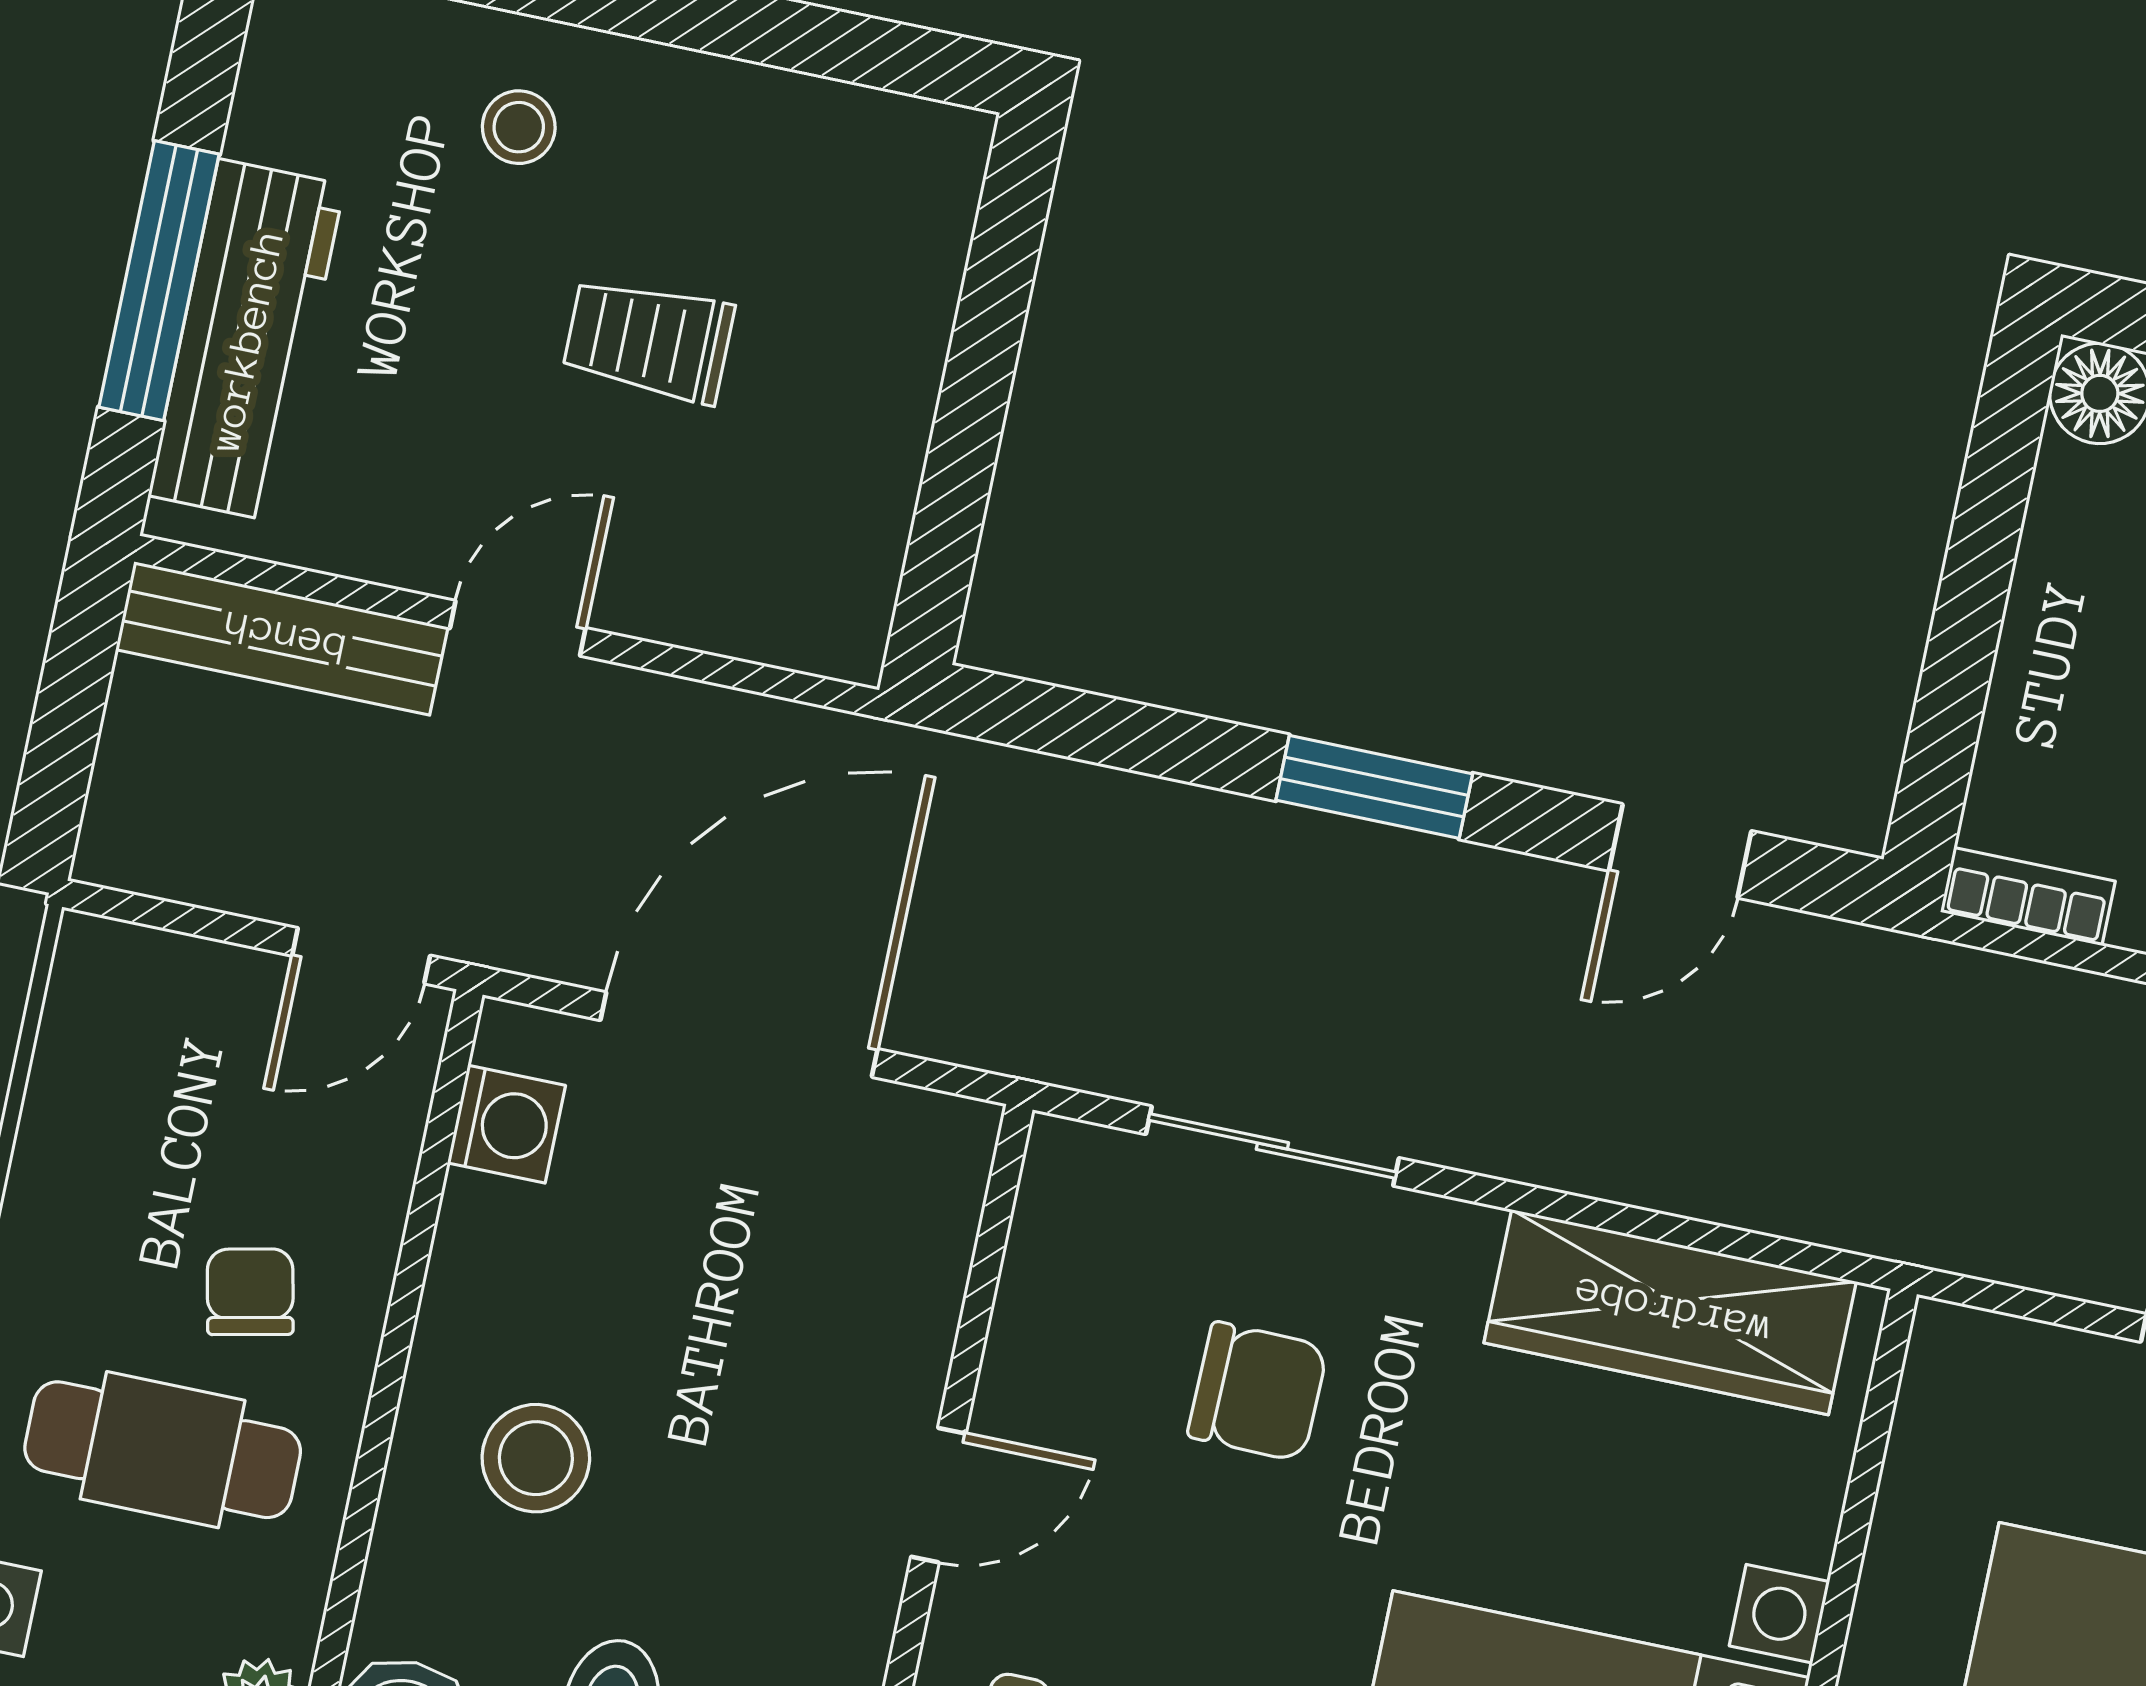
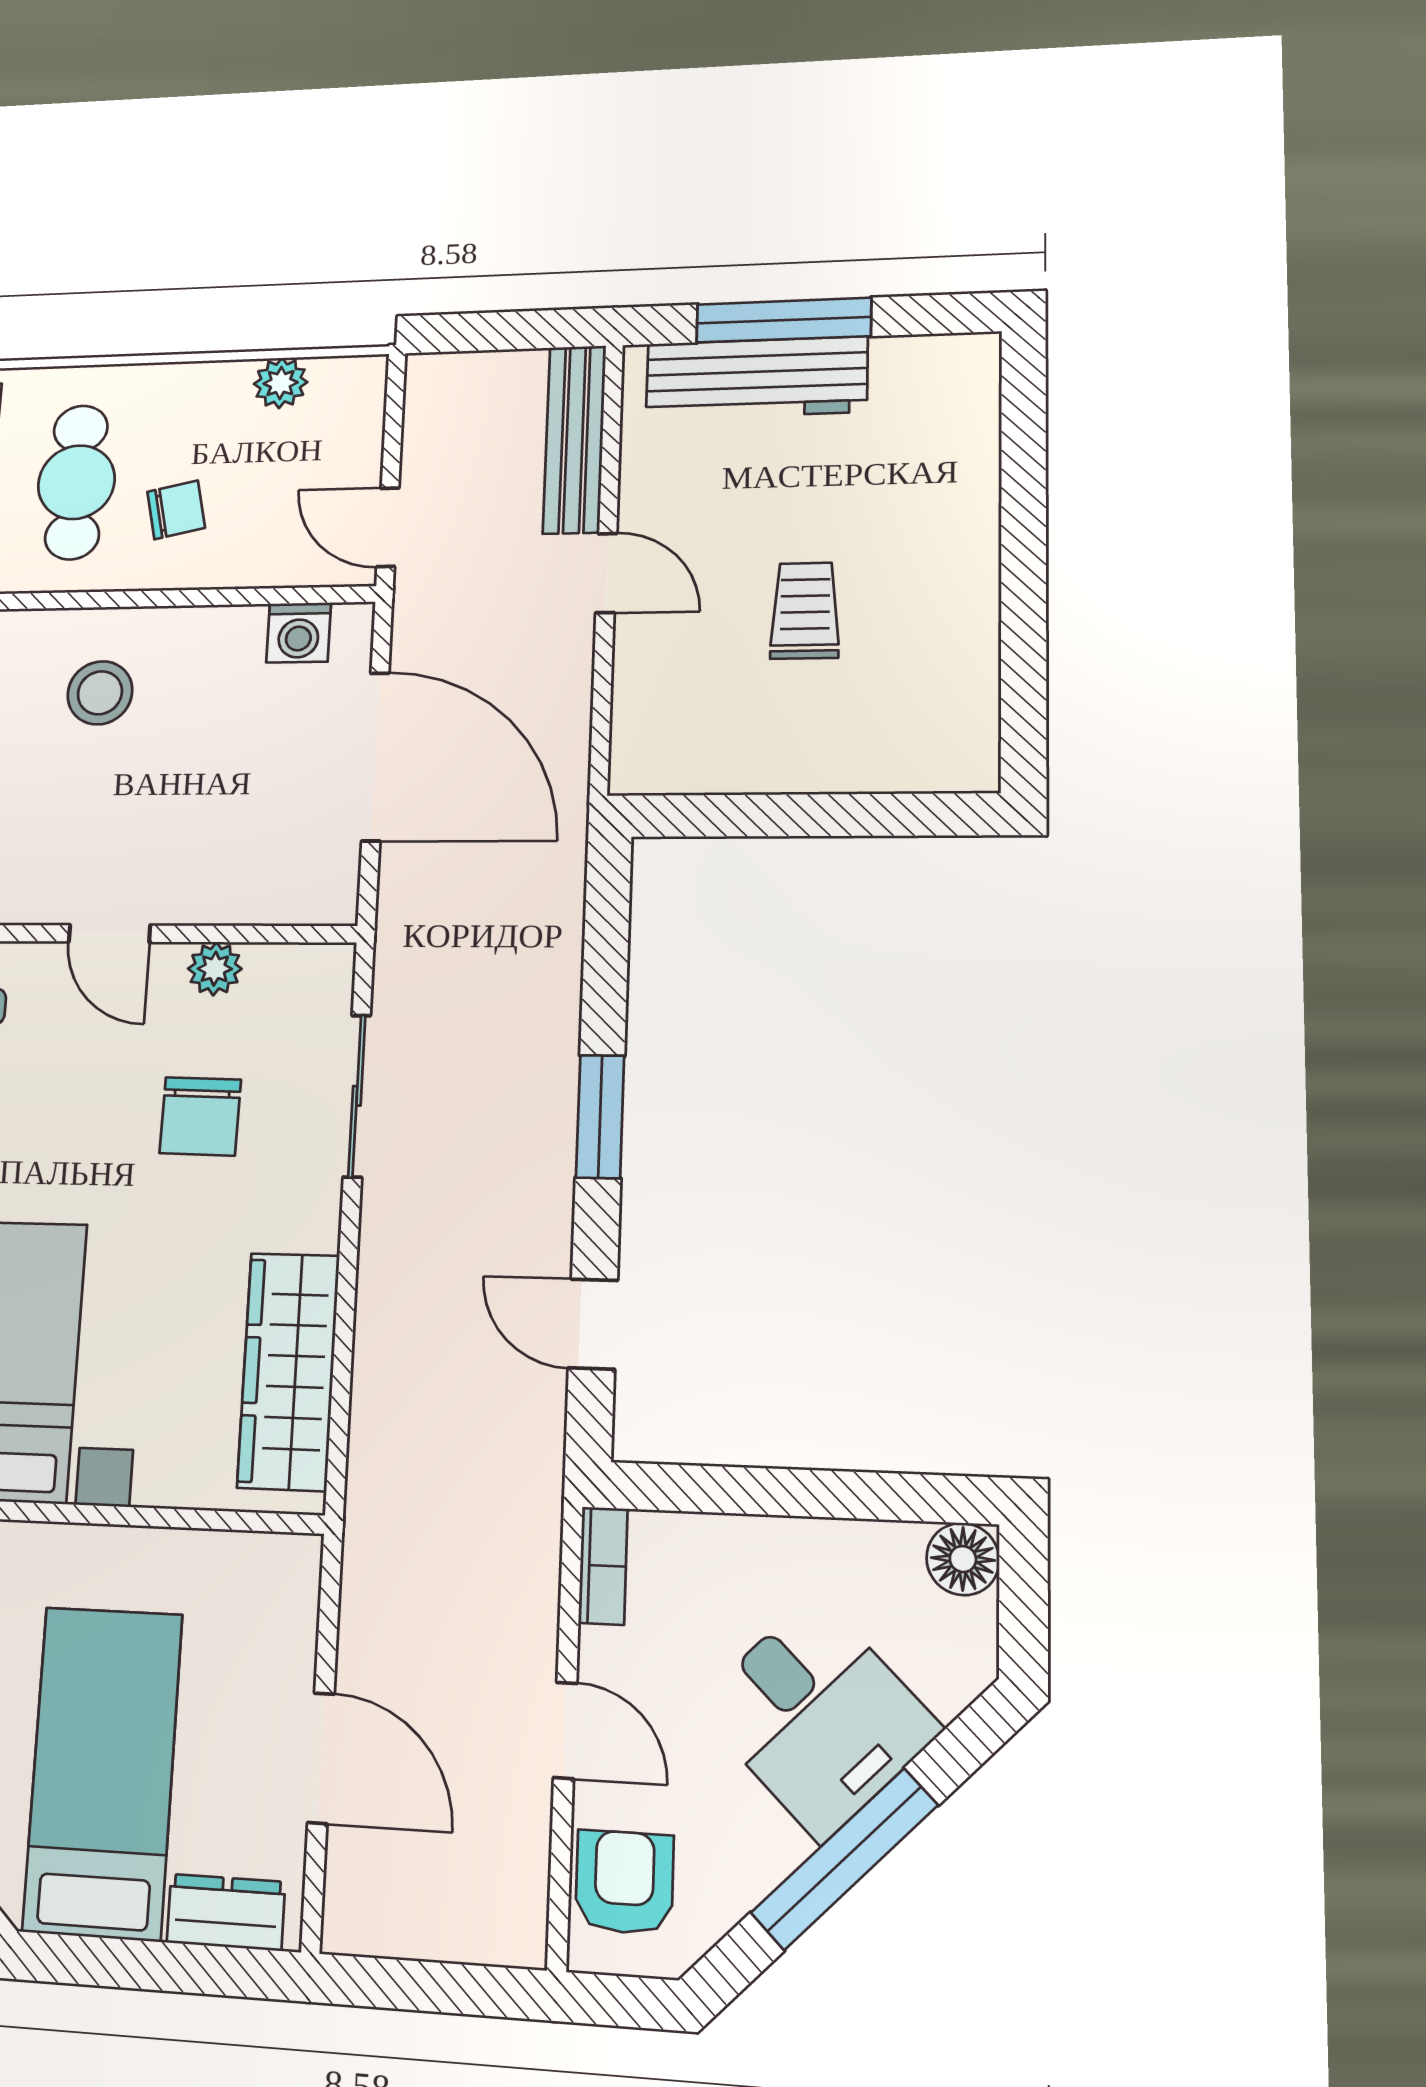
stool: (519, 127) -> (926, 505), removed
plant: (70, 1090) -> (281, 383), added
plant: (1029, 1336) -> (215, 969), added

